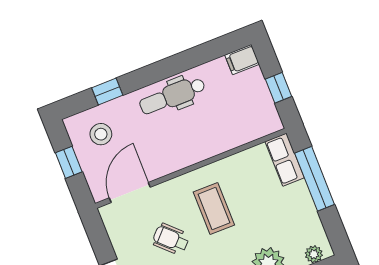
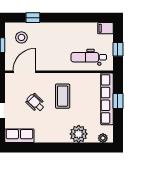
dental chair: (172, 96) -> (89, 57), moved
row of seats: (285, 160) -> (107, 99), width x2.02
window: (315, 179) -> (118, 101), width x0.46

